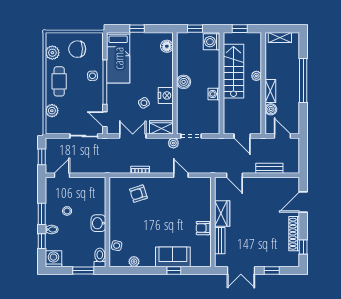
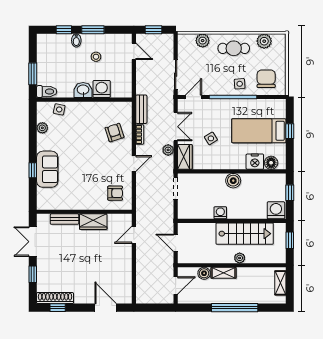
chair: (77, 49) -> (266, 79), moved
bed: (118, 58) -> (259, 131), moved
nightstand: (166, 95) -> (255, 162), moved
door: (242, 136) -> (176, 243), hinge flipped
plant: (173, 143) -> (168, 150), moved
bench: (269, 168) -> (141, 109), moved
door: (181, 175) -> (134, 164), moved
armchair: (203, 228) -> (115, 193), moved, turned 90
shoe rack: (294, 234) -> (55, 298), moved
washing machine: (53, 259) -> (102, 89), moved, turned -90

